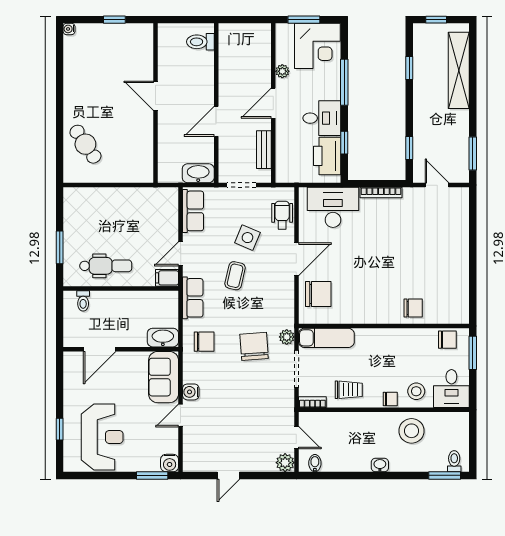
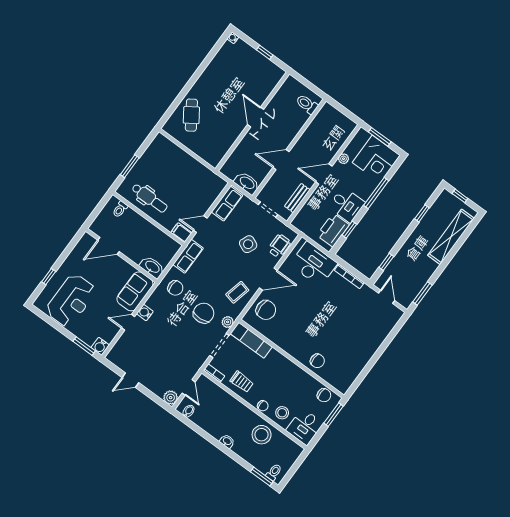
coffee table: (235, 276) -> (237, 292), moved

